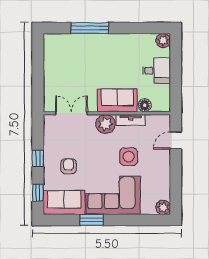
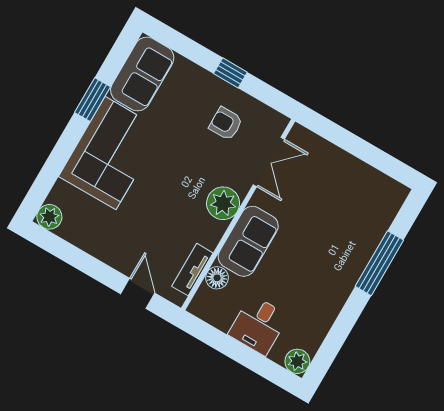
tv unit: (131, 120) -> (192, 270), moved
side table: (129, 157) -> (155, 209), removed
armchair: (69, 166) -> (226, 124), moved, turned 180
window: (38, 193) -> (179, 43), removed

